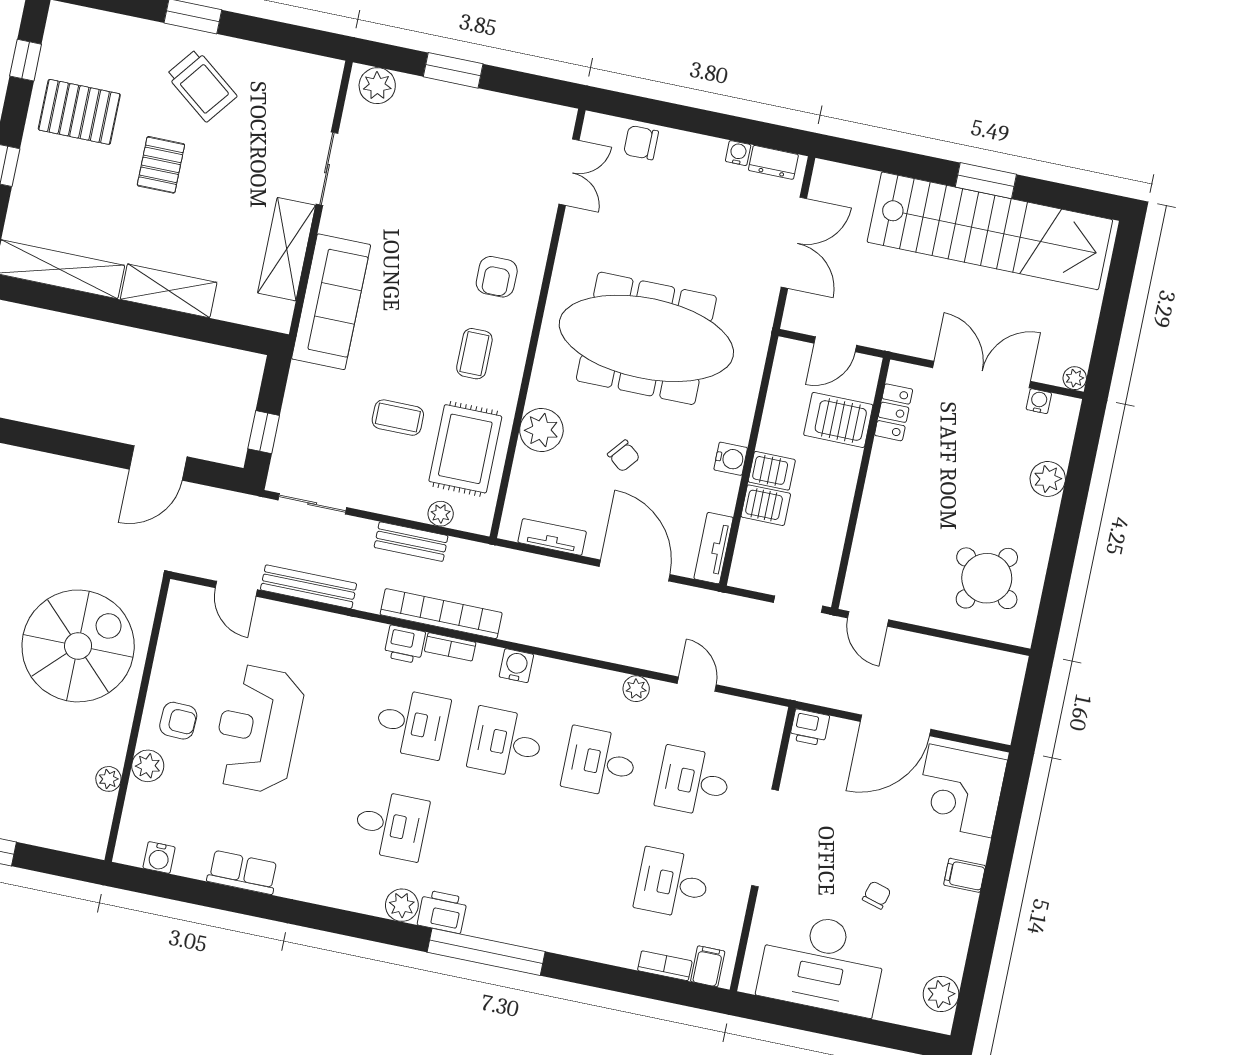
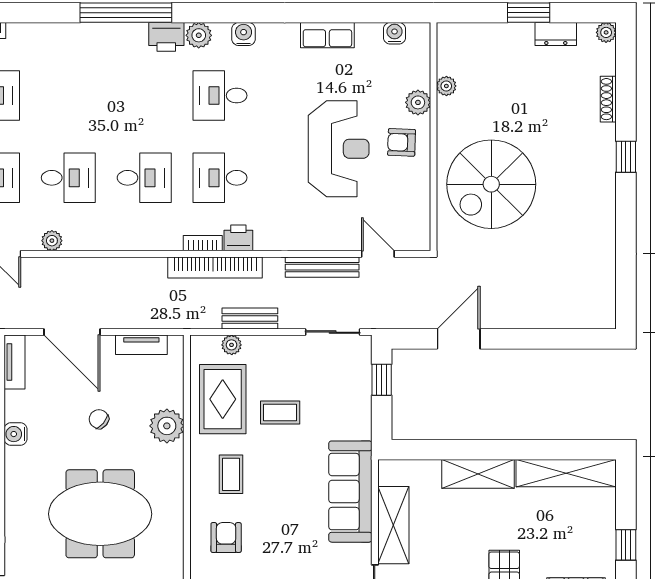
meeting table: (646, 338) -> (100, 514), width x0.73
water cooler: (516, 666) -> (244, 34), moved, turned 180

